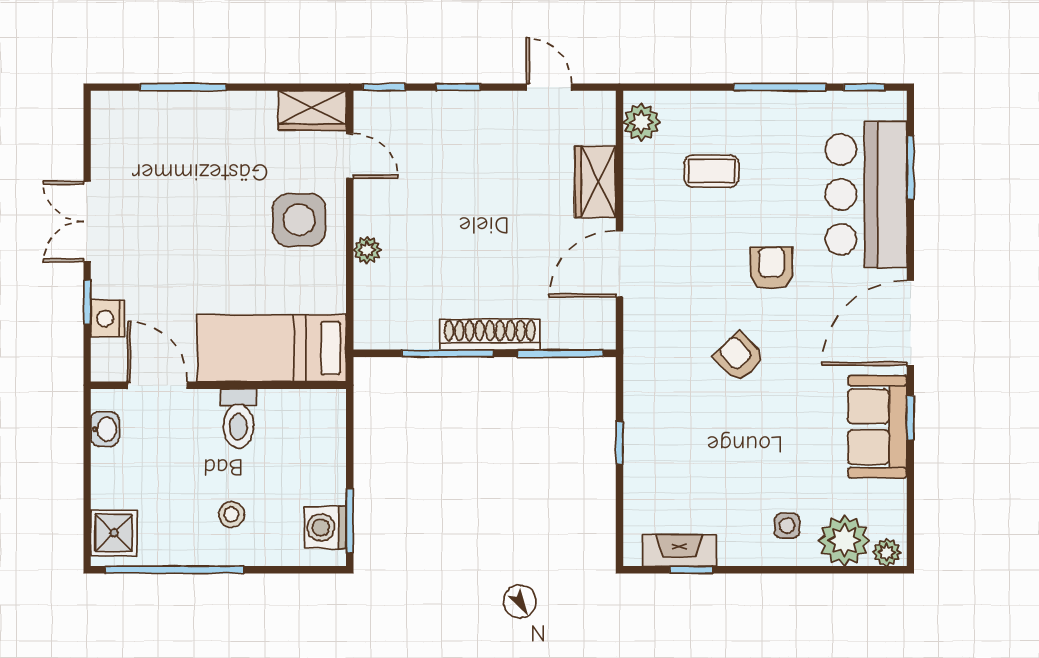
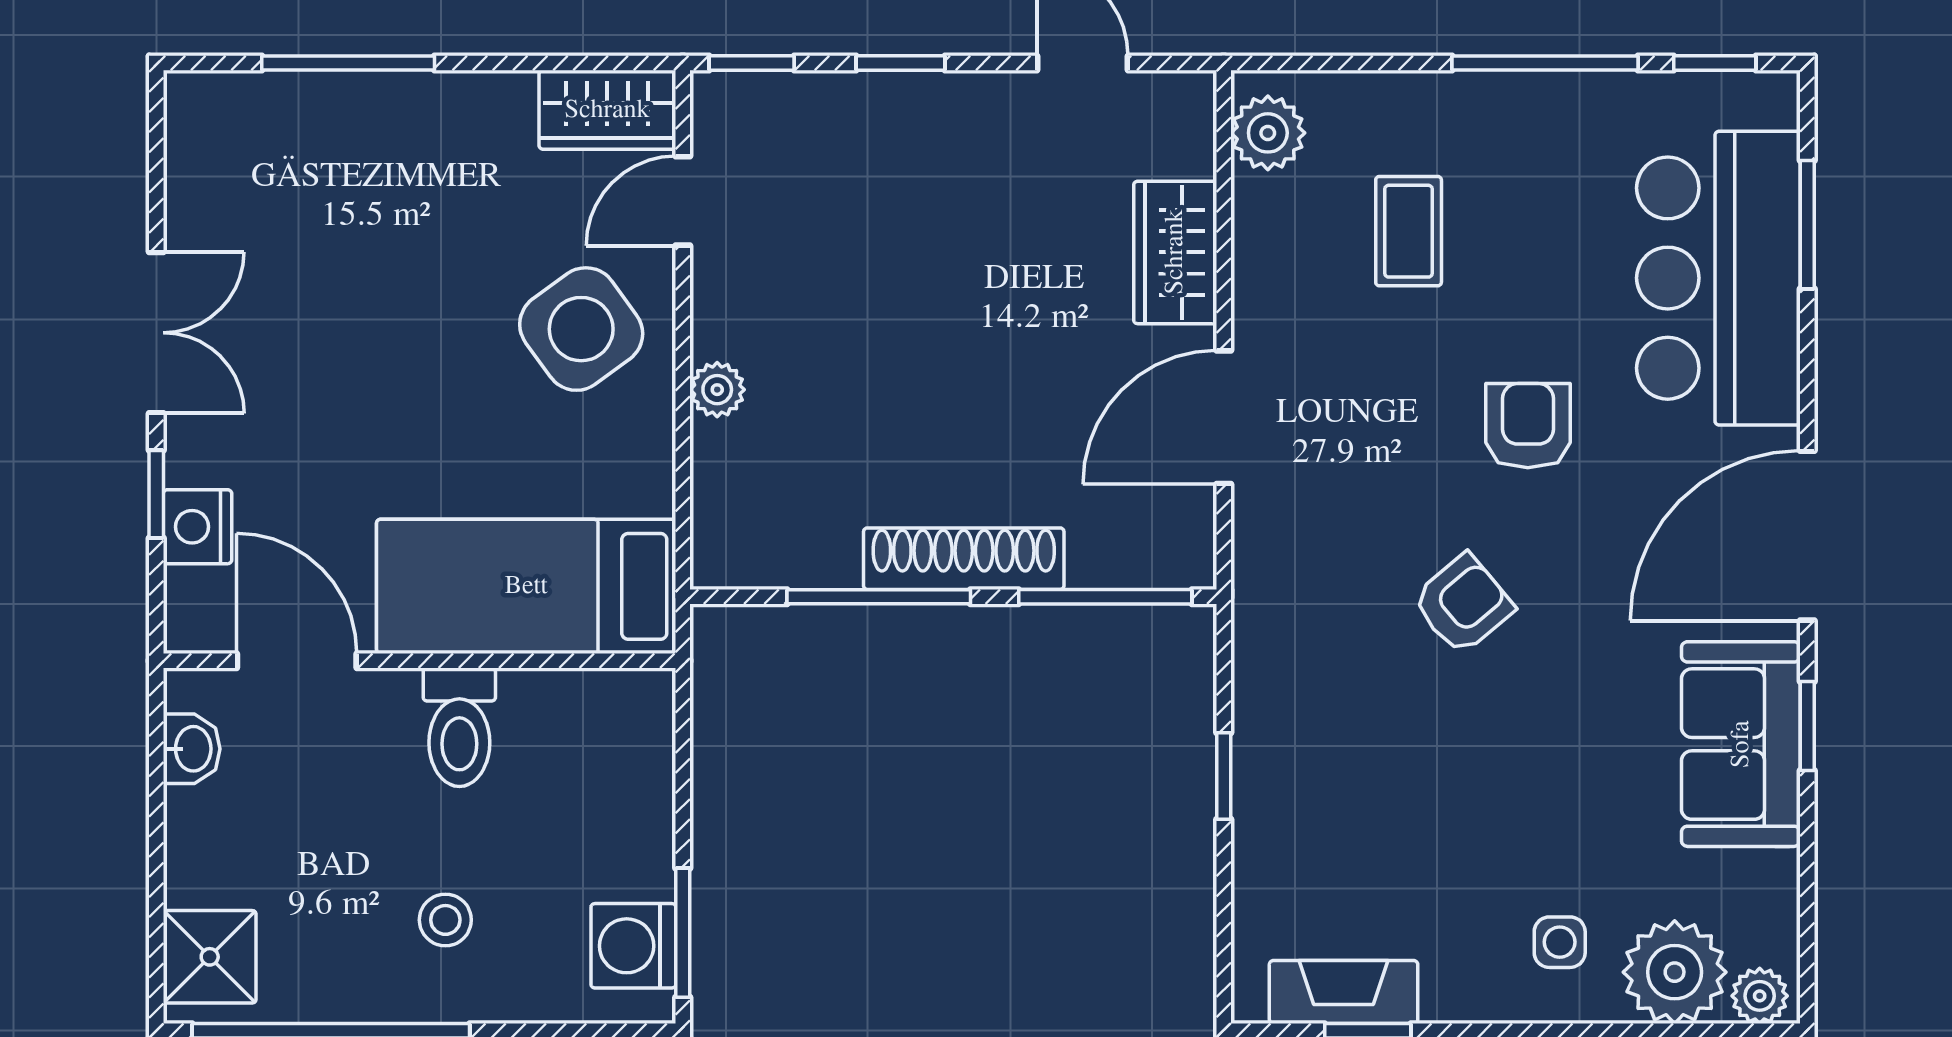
door: (350, 156) -> (683, 201), swing flipped
coffee table: (712, 171) -> (1409, 231), turned 90
side table: (299, 220) -> (581, 329), turned -36
double door: (87, 222) -> (156, 333), swing flipped
armchair: (739, 357) -> (1463, 604), turned 93

